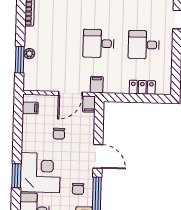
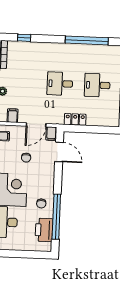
filing cabinet: (97, 85) -> (13, 116), moved
locker: (142, 87) -> (75, 119), moved
door: (98, 156) -> (59, 152), moved

